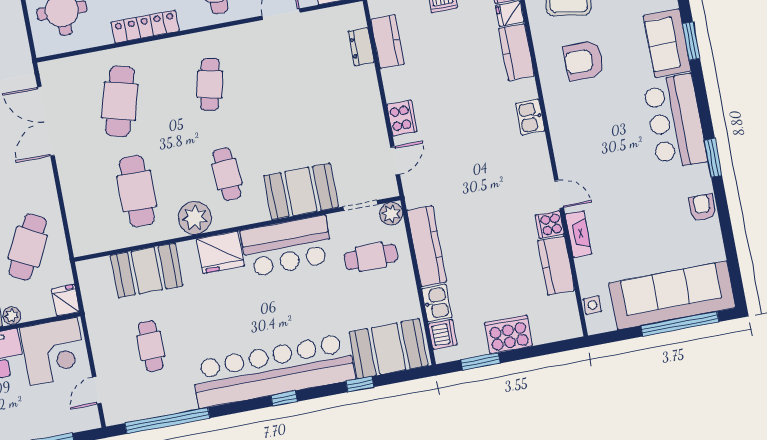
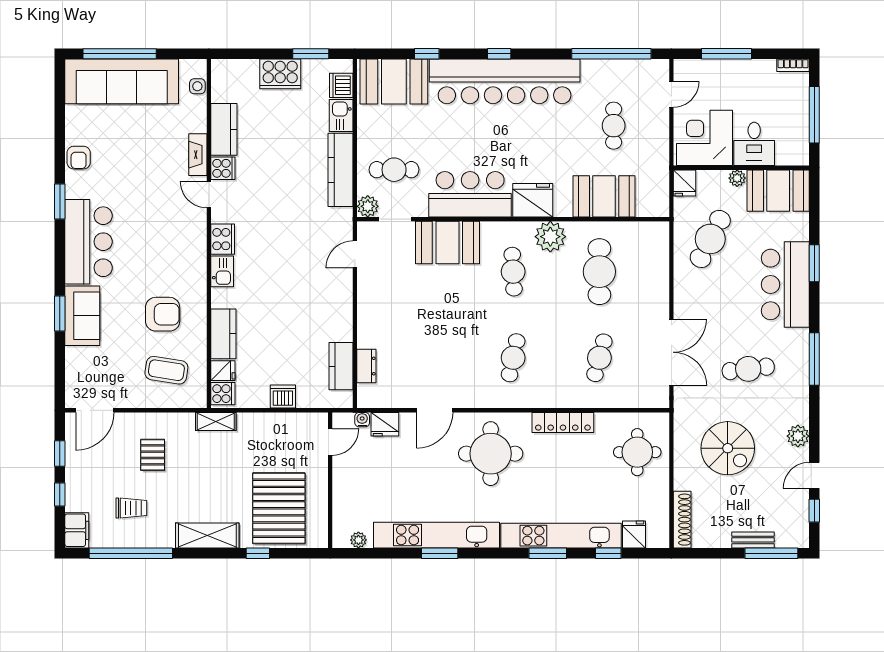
cafe table: (120, 101) -> (599, 358), width x0.73, depth x0.74
cooker: (402, 118) -> (223, 239), moved, turned 180

